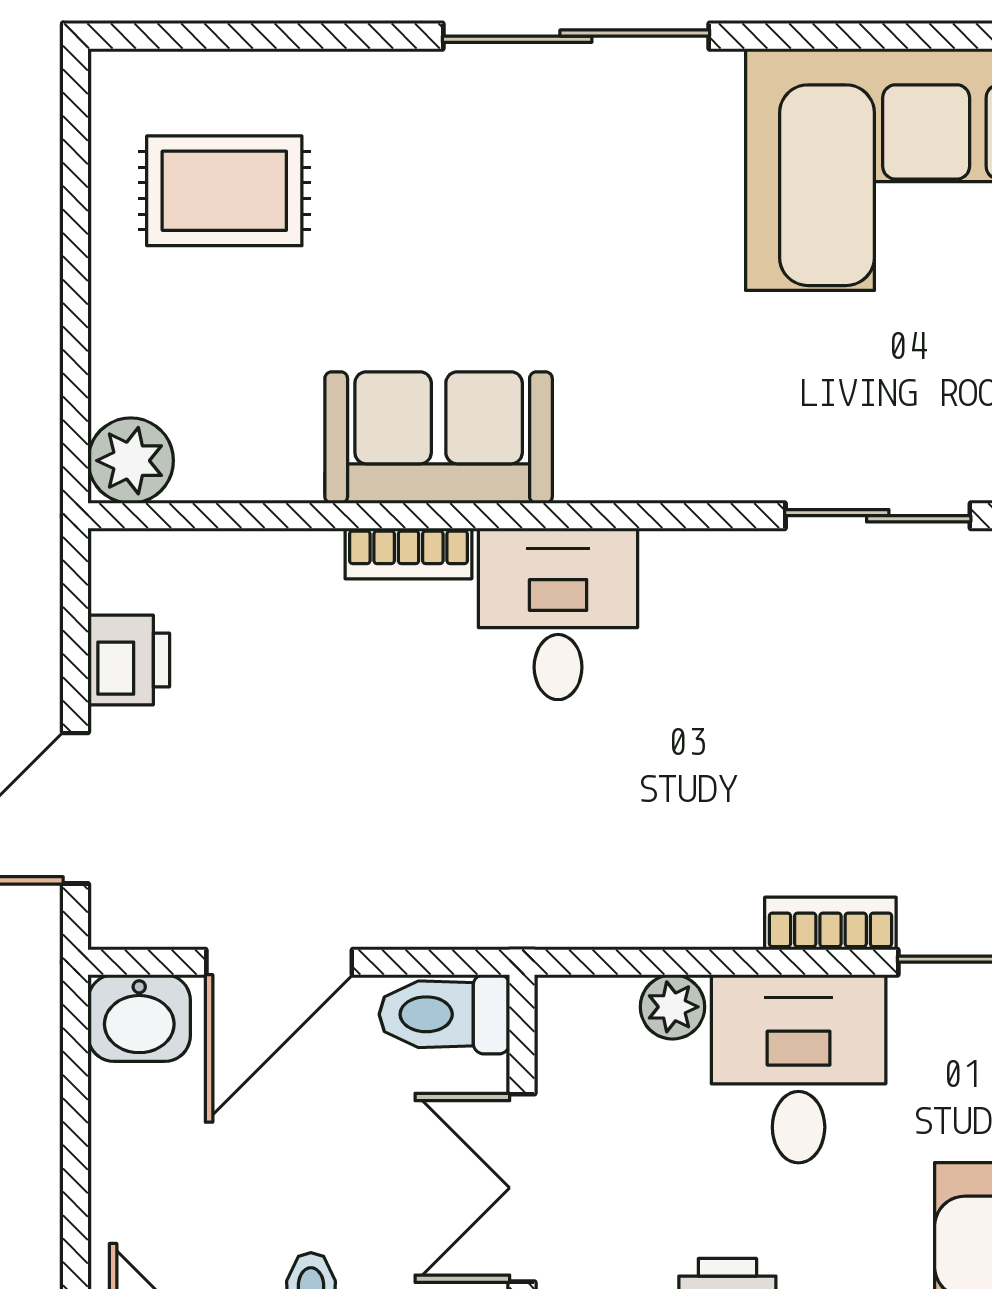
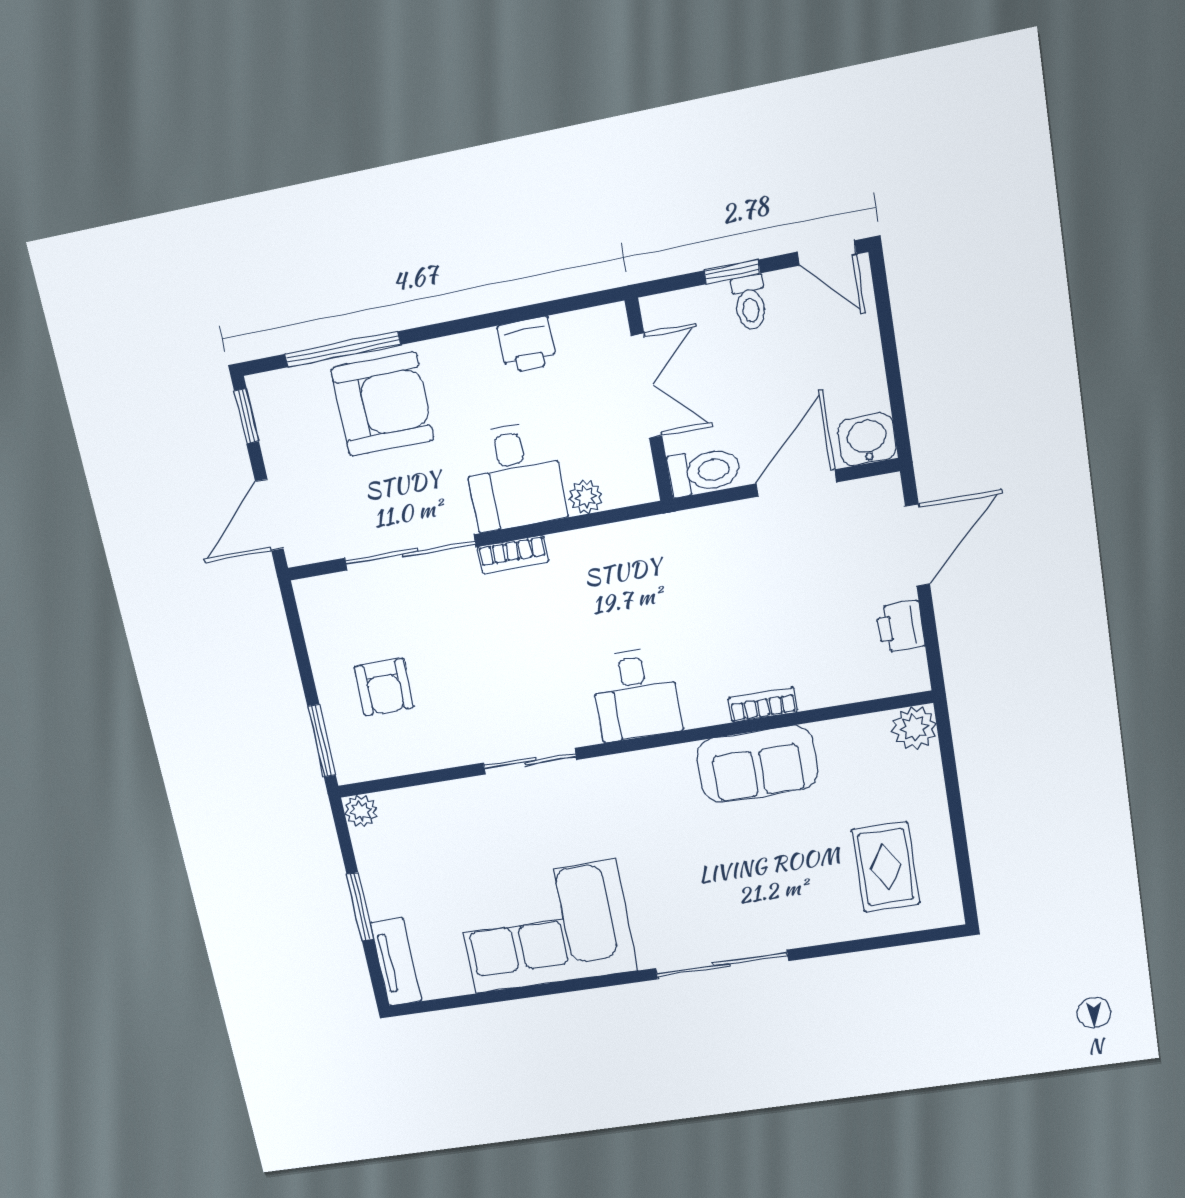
rug: (224, 191) -> (886, 867), turned 90
desk: (558, 614) -> (636, 695), moved

